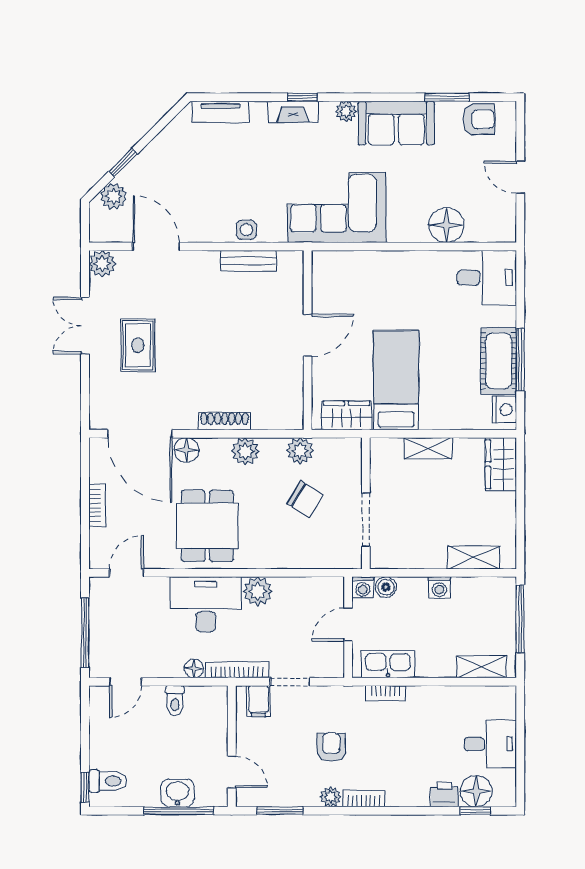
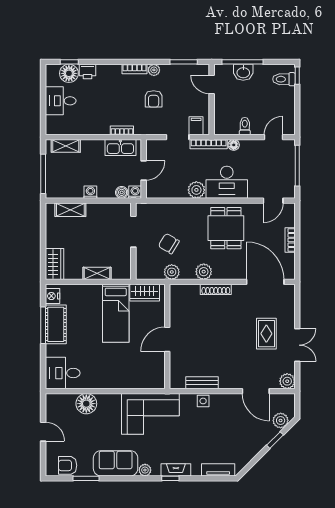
floor lamp: (187, 450) -> (238, 272), removed

